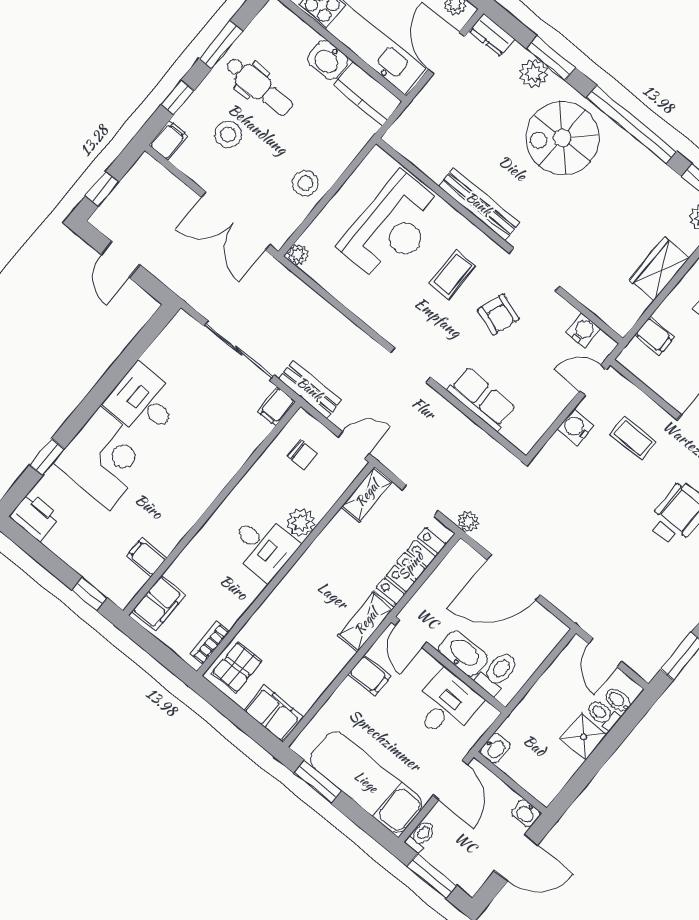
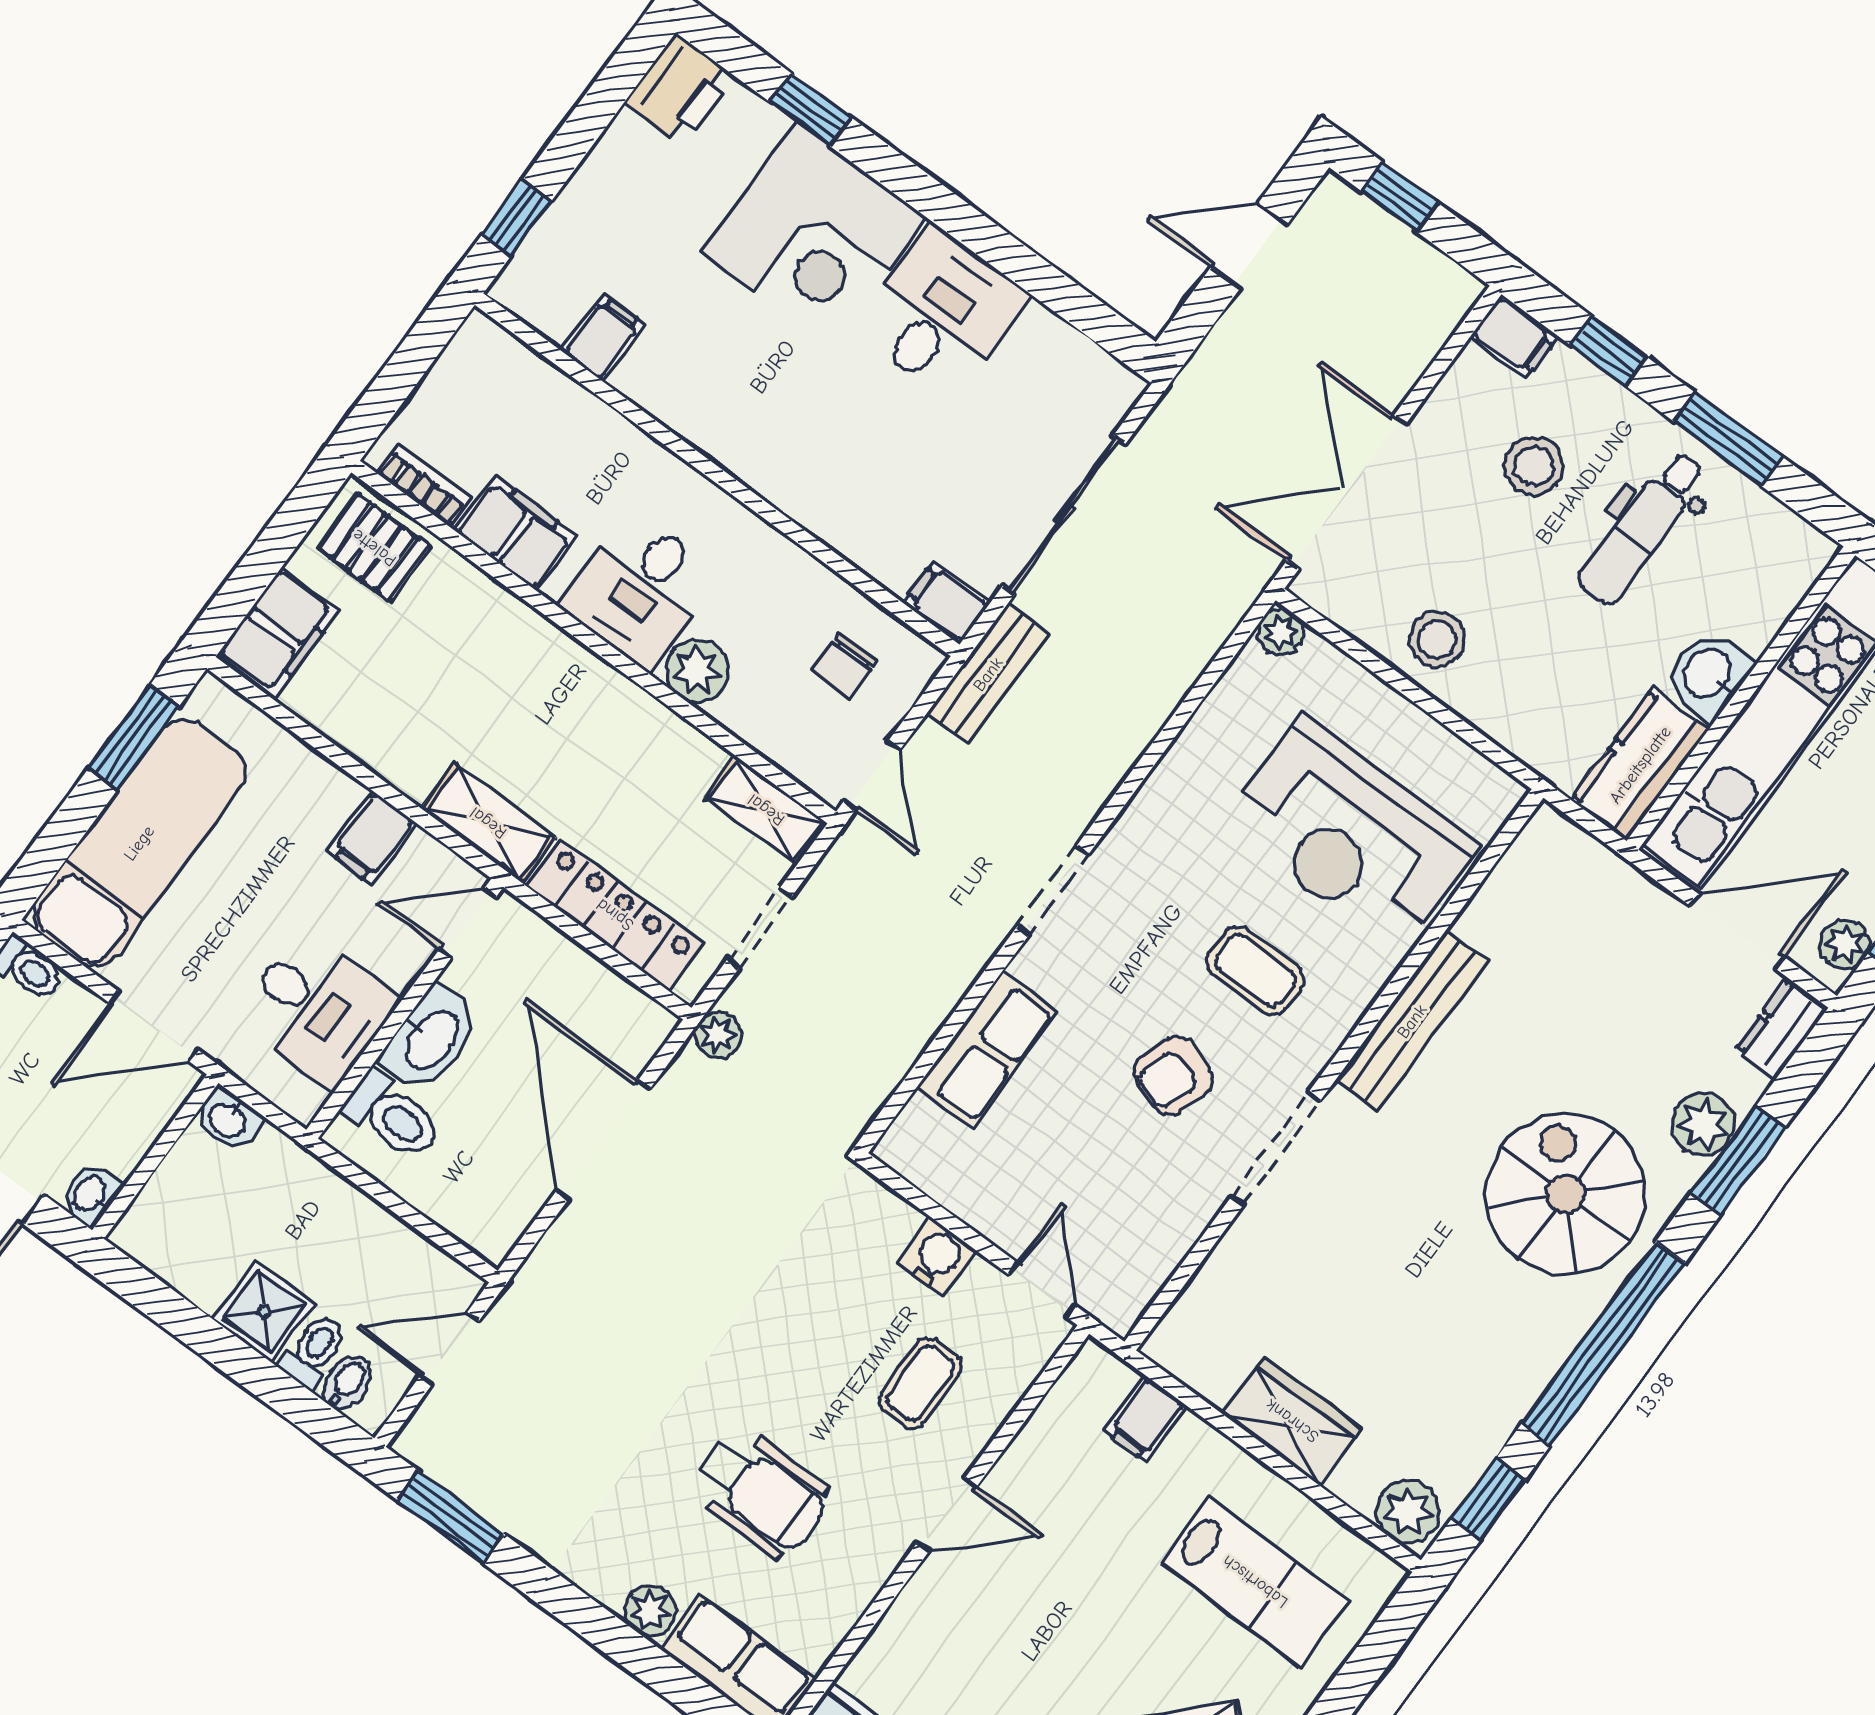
water cooler: (583, 331) -> (1149, 1263), removed
filing cabinet: (159, 603) -> (516, 533), moved, turned 180

